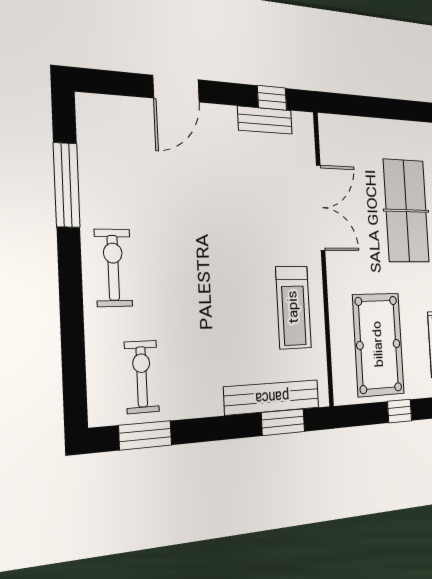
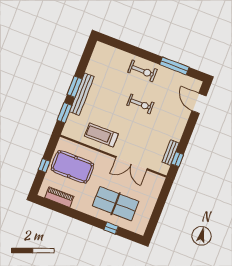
door: (176, 89) -> (199, 103), moved
exercise bike: (142, 377) -> (140, 104), moved
bench: (272, 397) -> (82, 94), moved
window: (145, 435) -> (75, 87), moved

